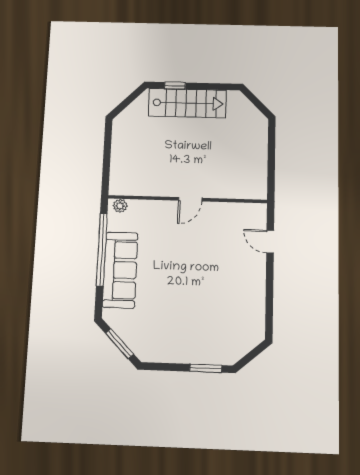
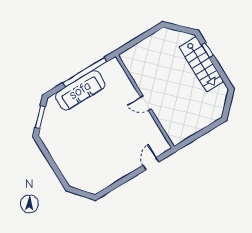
plant: (120, 206) -> (116, 66), removed
window: (206, 368) -> (58, 173), removed

